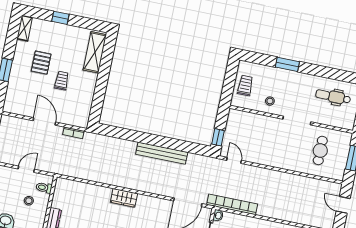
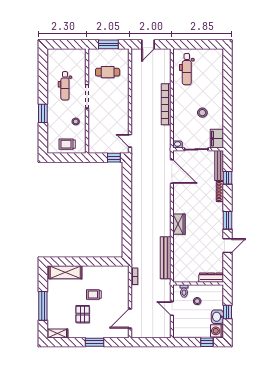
window: (60, 18) -> (43, 306), width x2.17
pallet: (41, 63) -> (83, 314), turned 90
dental chair: (333, 97) -> (65, 86), moved
door: (44, 121) -> (130, 318), moved
bench: (162, 153) -> (166, 258), moved
door: (234, 160) -> (130, 141), hinge flipped
bookcase: (232, 204) -> (166, 104), moved

